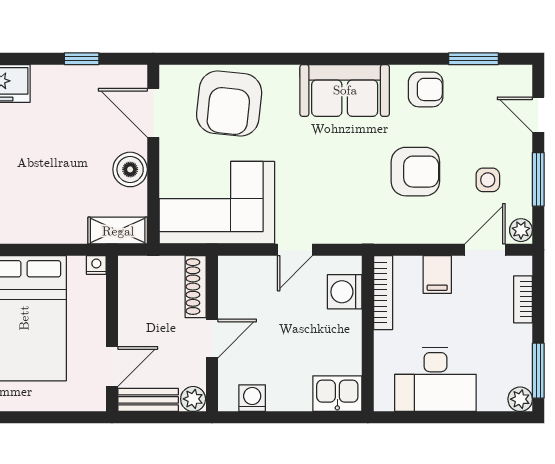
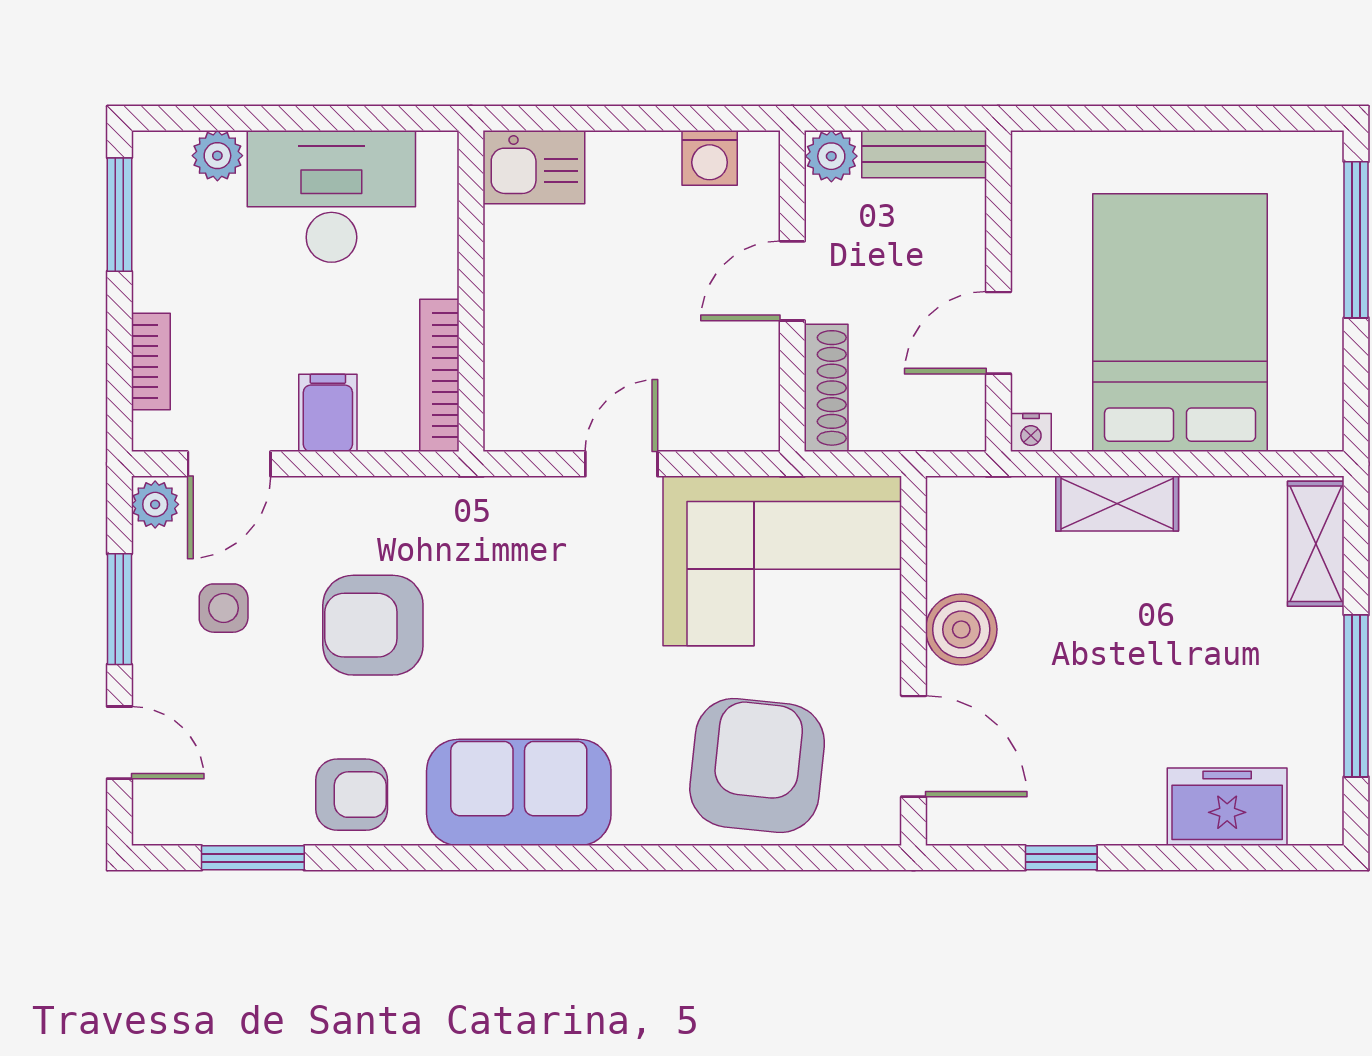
armchair: (426, 89) -> (352, 795), turned 180
shelving: (118, 231) -> (1117, 503), moved
washing machine: (345, 292) -> (519, 377), removed
door: (112, 367) -> (998, 333), moved
plant: (520, 399) -> (217, 156), moved

